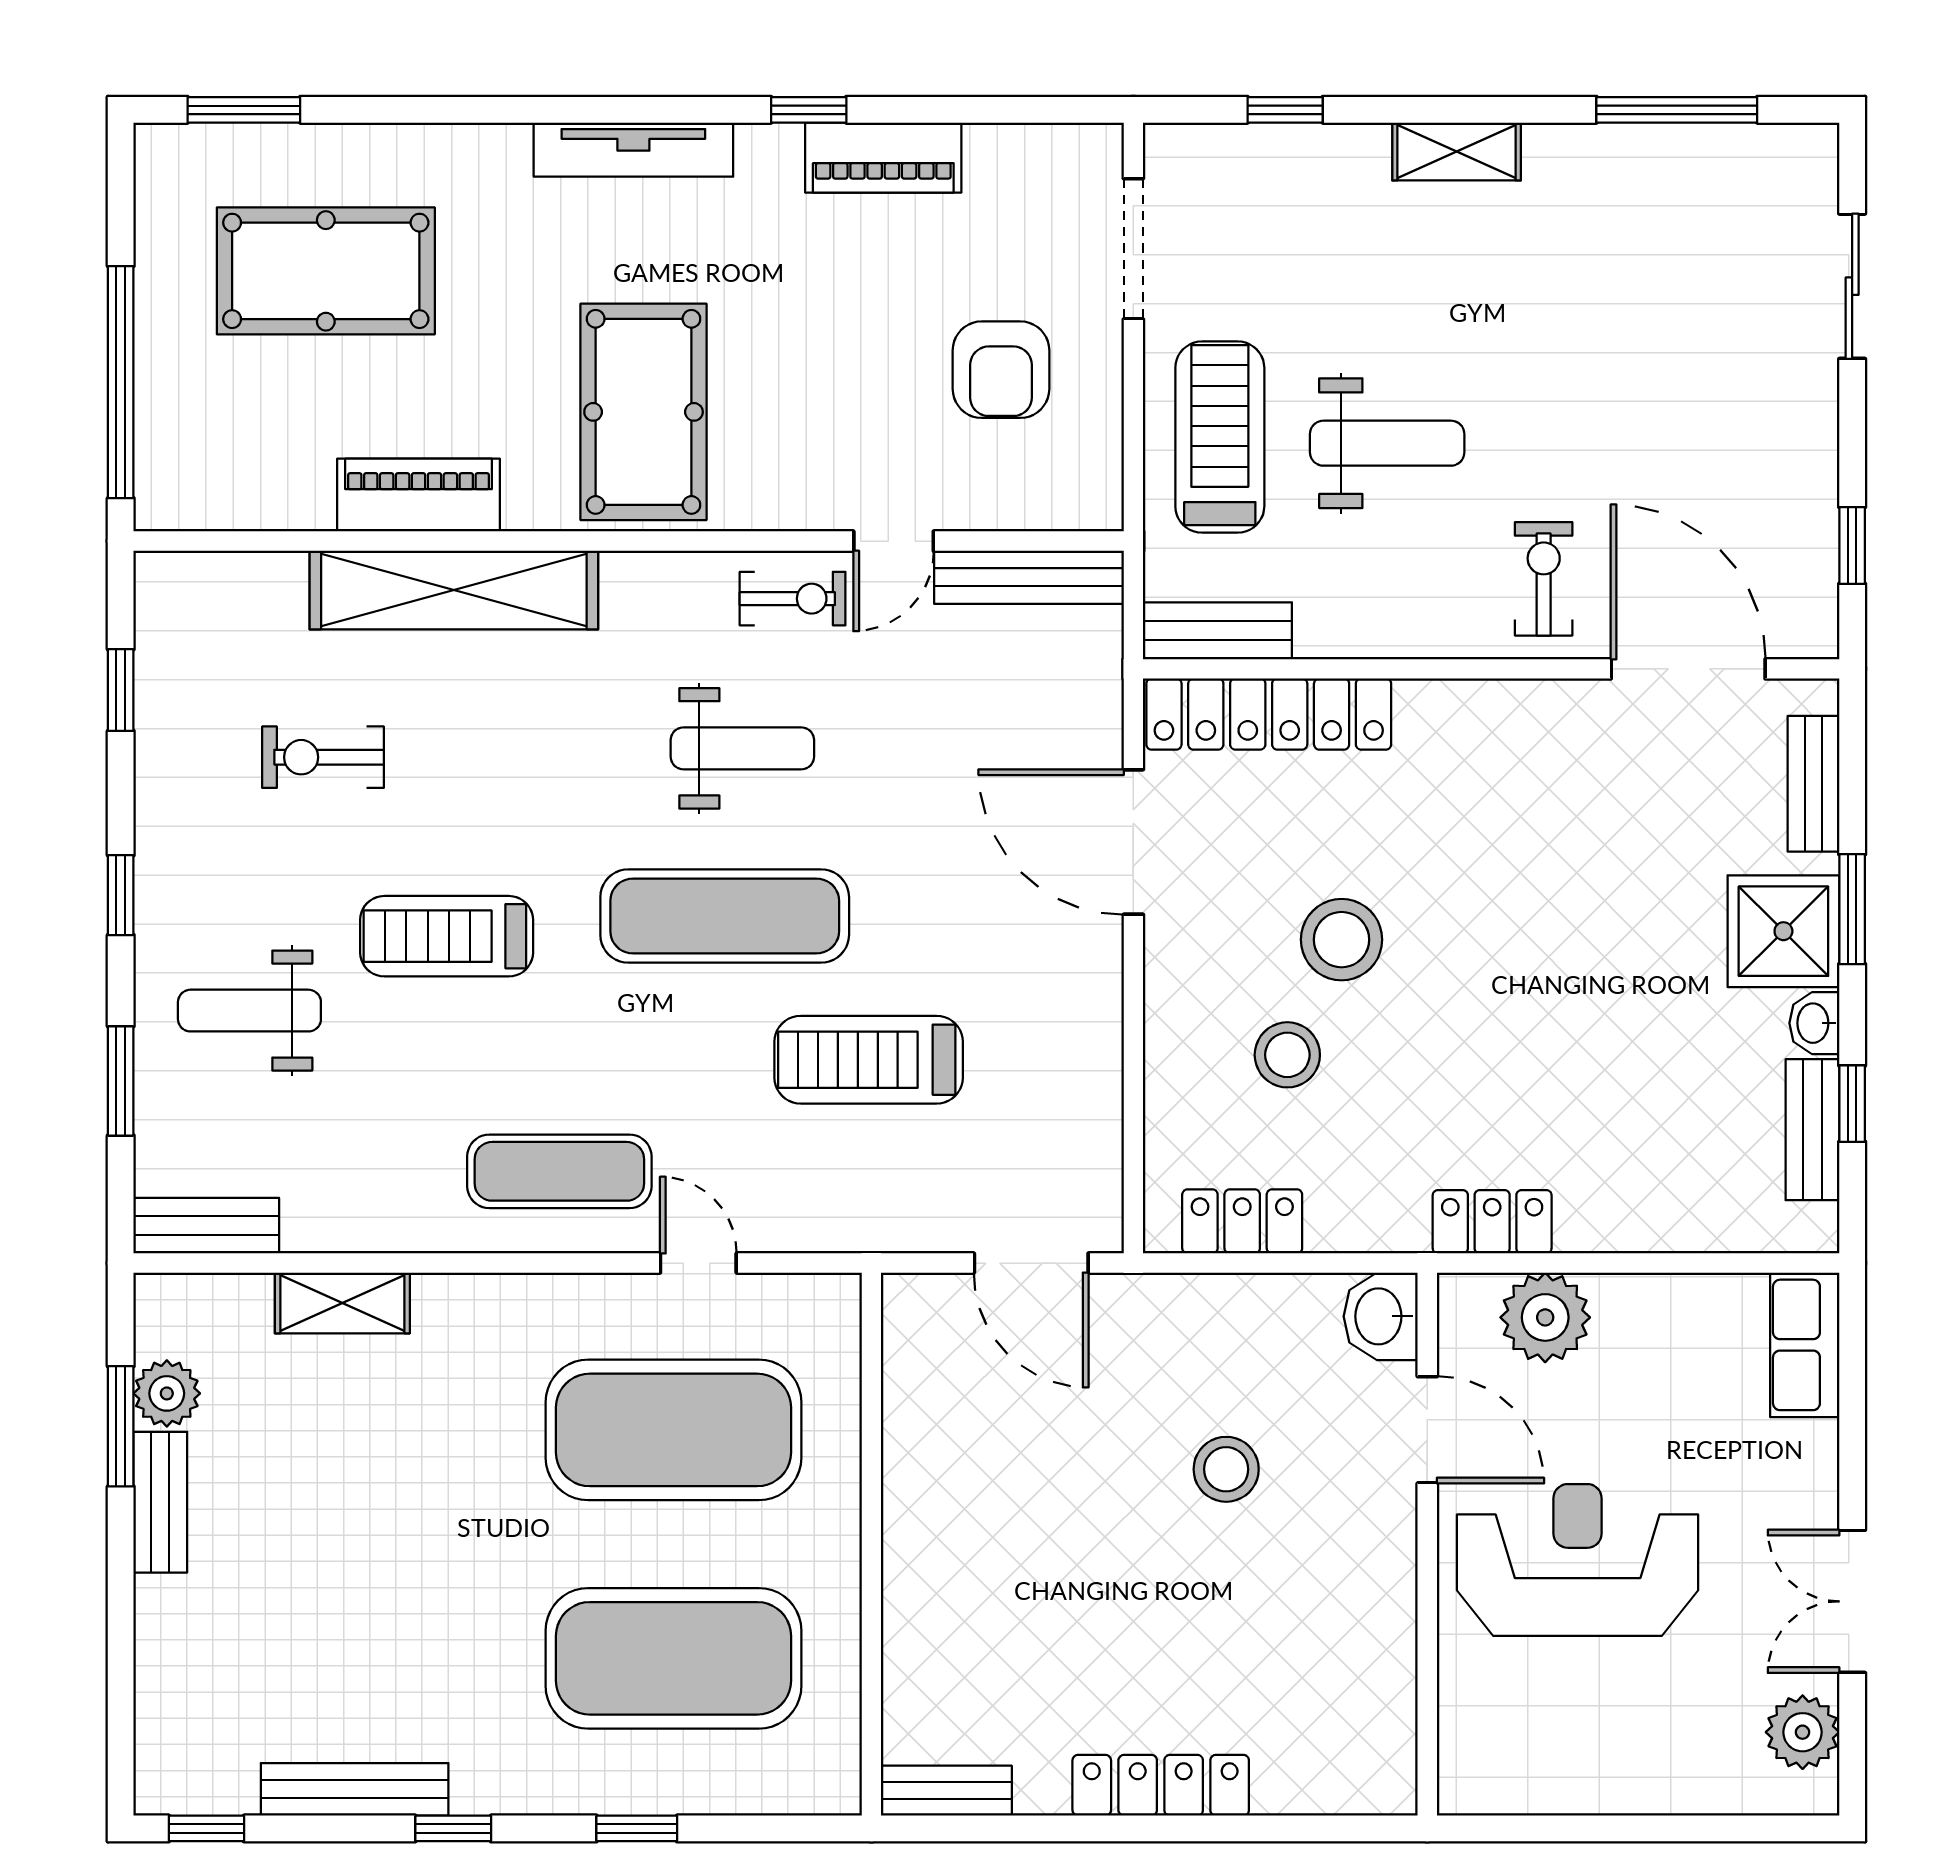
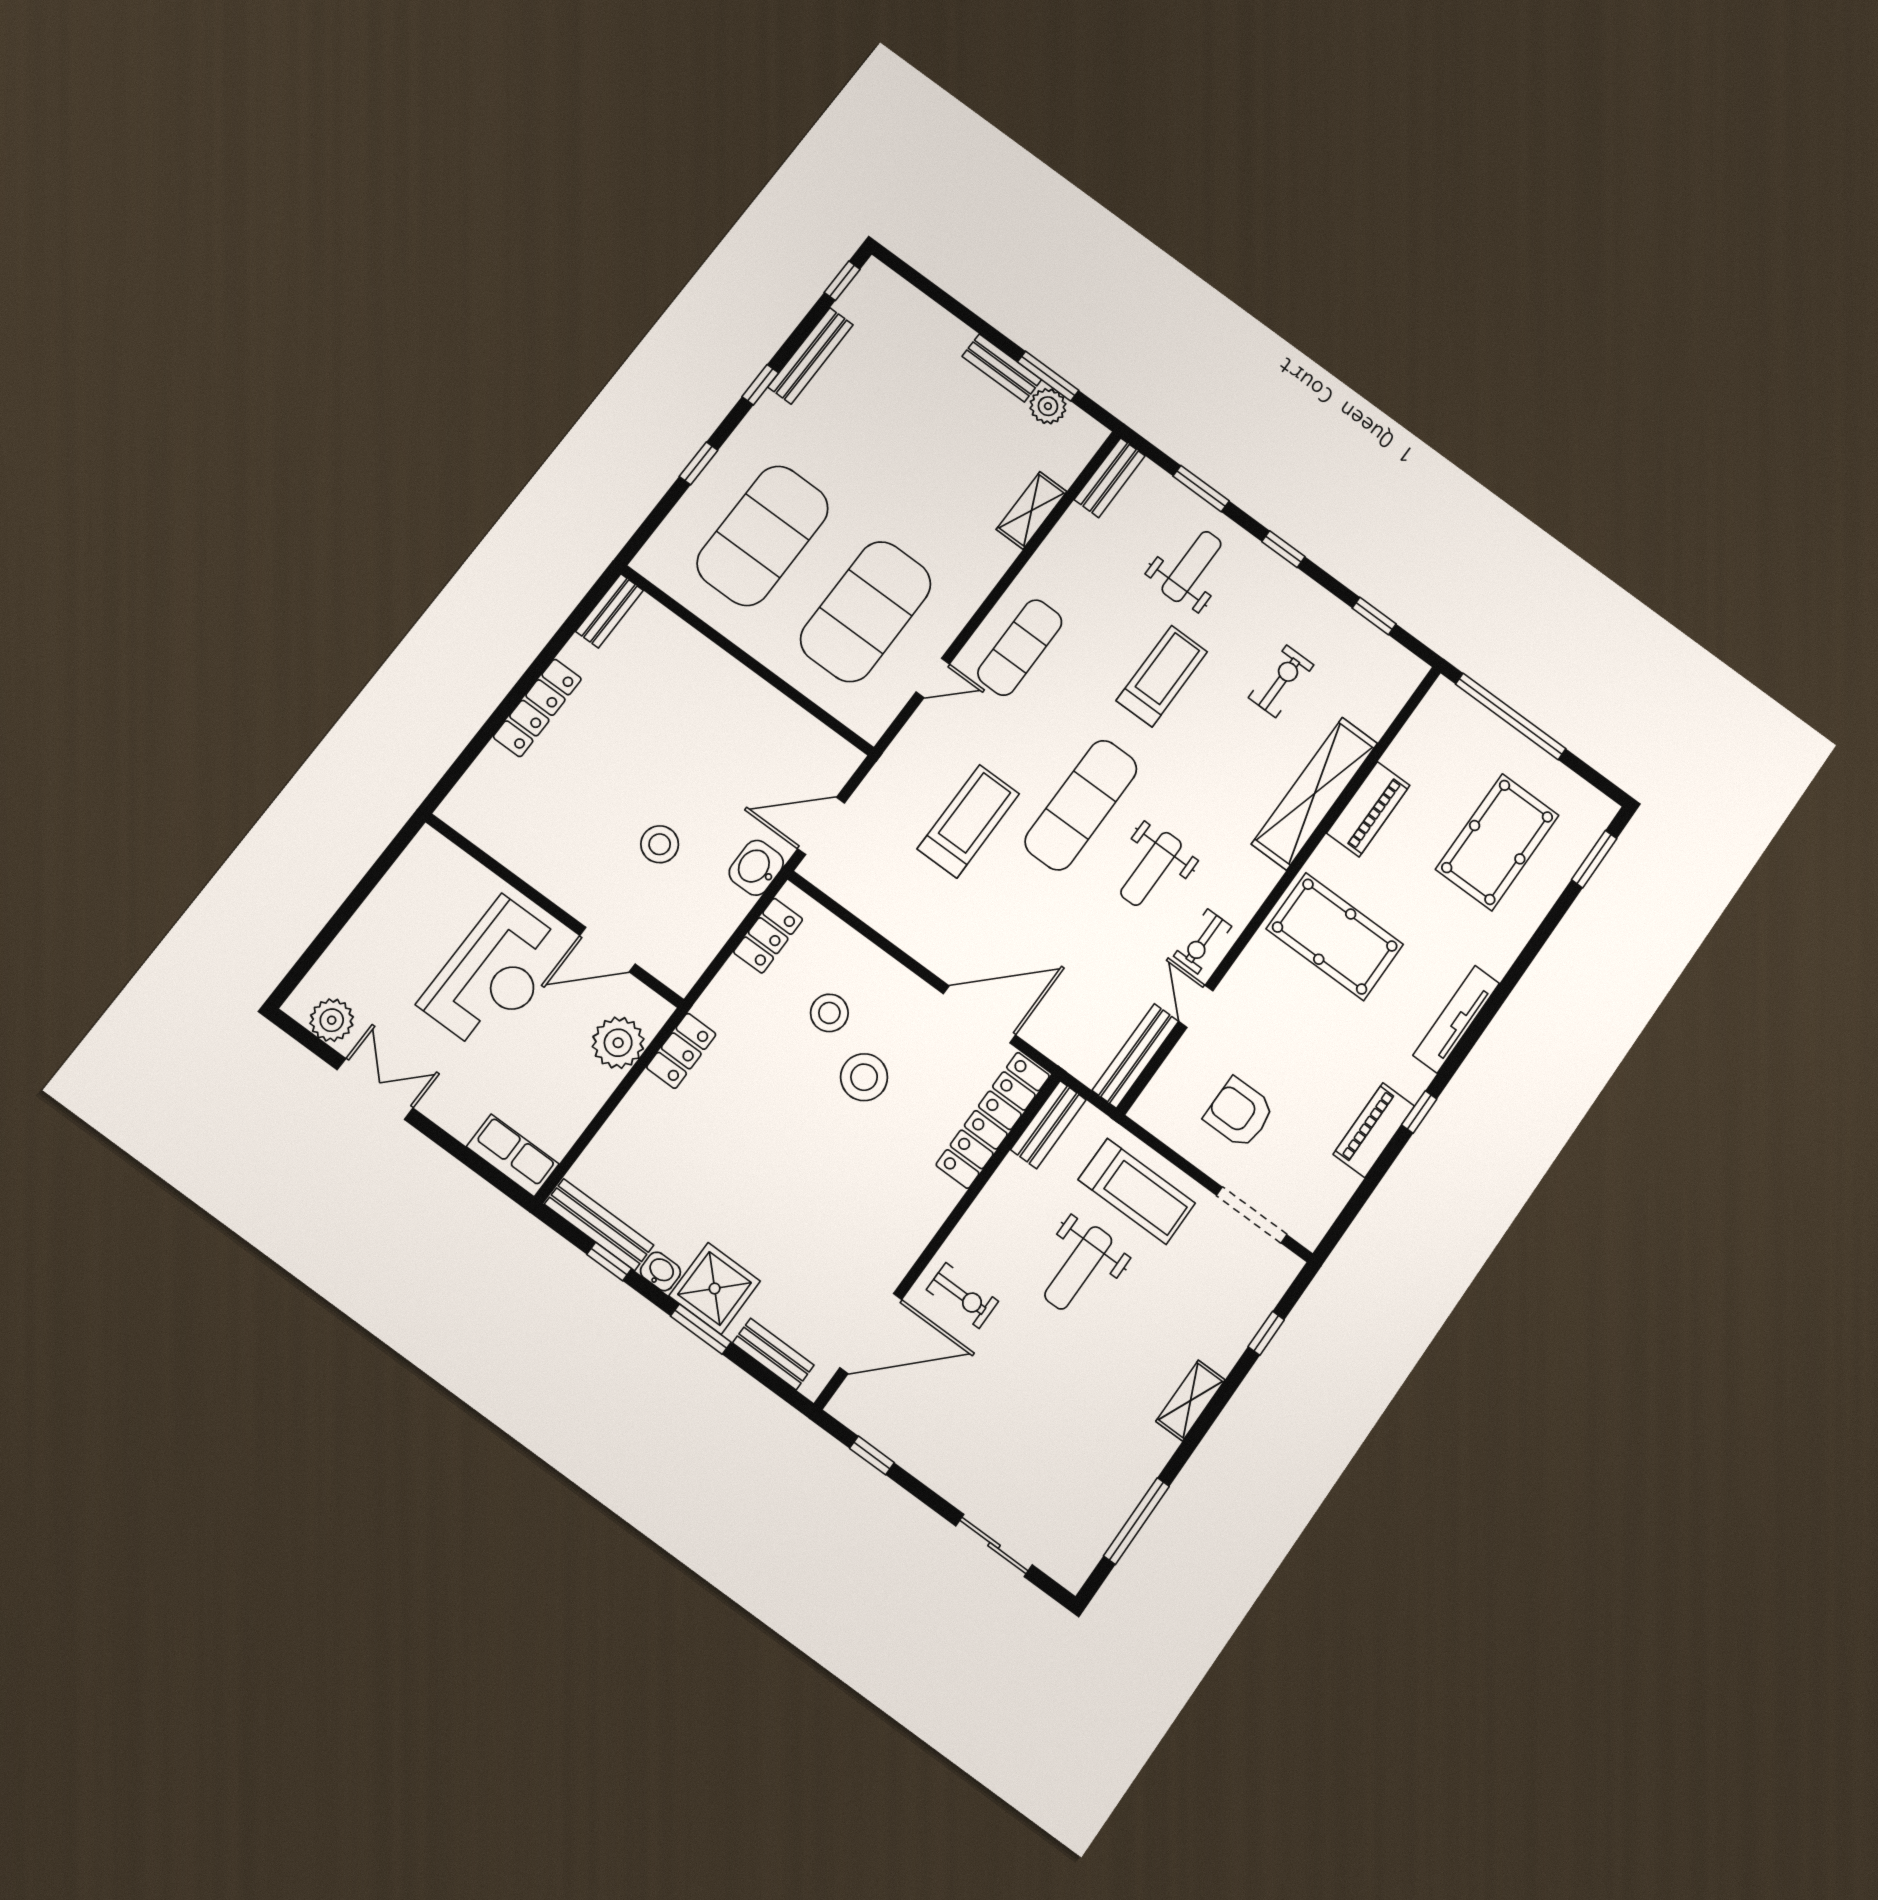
bench: (1812, 1130) -> (599, 1225), width x1.36
washbasin: (1381, 1316) -> (756, 868), moved, turned -90

